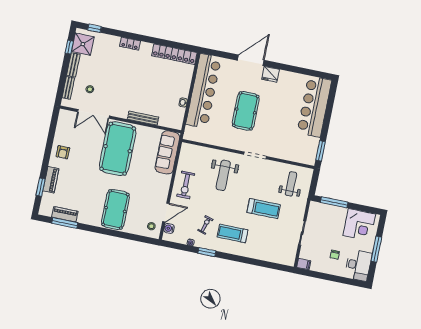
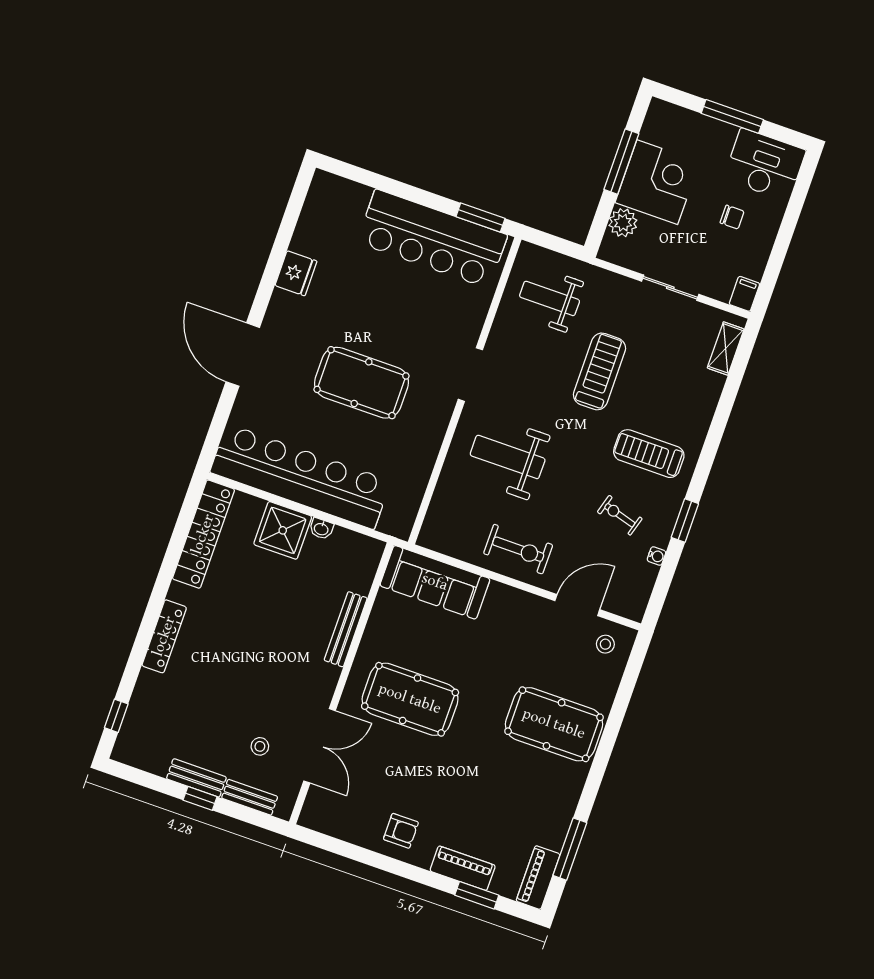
shower: (83, 44) -> (283, 530), moved
locker: (130, 44) -> (164, 636), width x1.53
window: (69, 47) -> (200, 798), moved
fridge: (270, 74) -> (296, 273), moved
bar counter: (314, 106) -> (432, 239), moved
pool table: (118, 149) -> (410, 699), width x0.73, depth x0.76
weight bench: (223, 175) -> (508, 457), turned 180
window: (334, 202) -> (621, 162), moved
plant: (326, 210) -> (623, 223), added
door: (166, 212) -> (577, 605), hinge flipped
piano: (65, 214) -> (538, 878), moved
corner desk: (359, 225) -> (657, 182), moved
water cooler: (169, 228) -> (616, 603), removed
treadmill: (232, 233) -> (649, 454), turned 90
shelving: (280, 259) -> (726, 348), added

